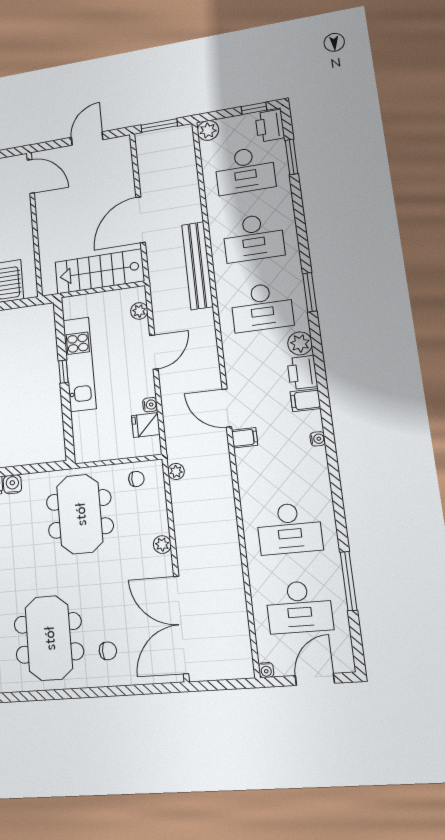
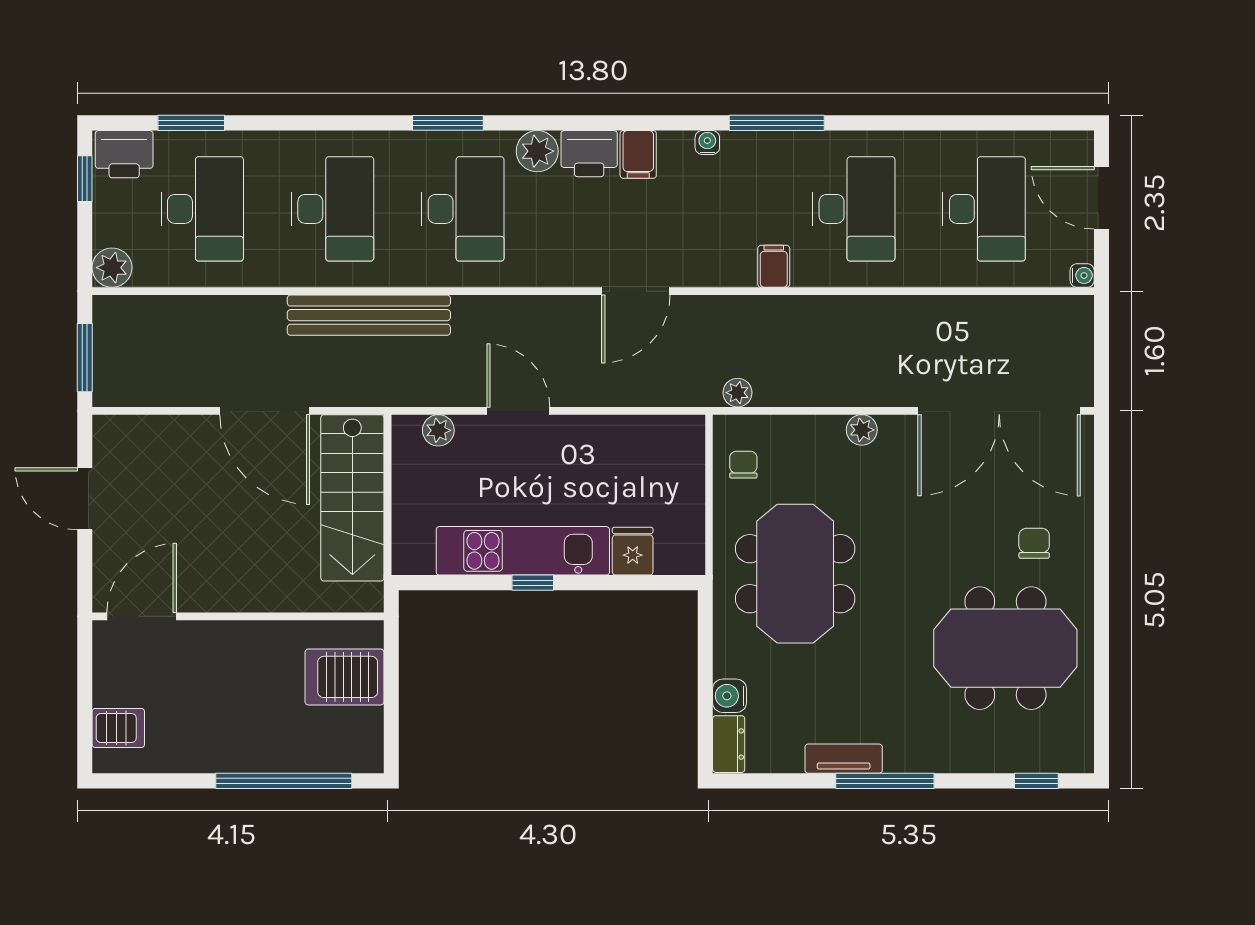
water cooler: (150, 405) -> (614, 427), removed
fridge: (146, 425) -> (633, 551), moved, turned 180
filing cabinet: (245, 438) -> (774, 266), moved
meeting table: (80, 514) -> (795, 574), turned 90
window: (349, 581) -> (777, 123), moved

